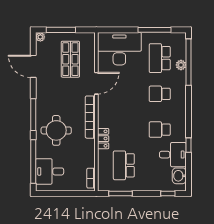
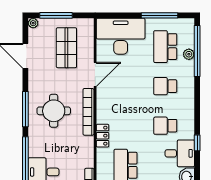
round table: (56, 130) -> (54, 111), moved

